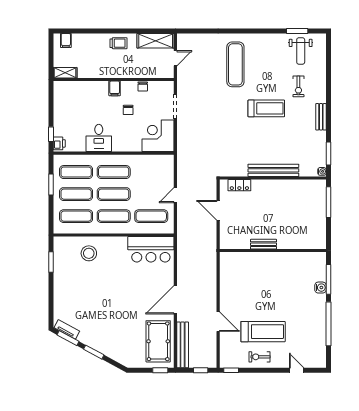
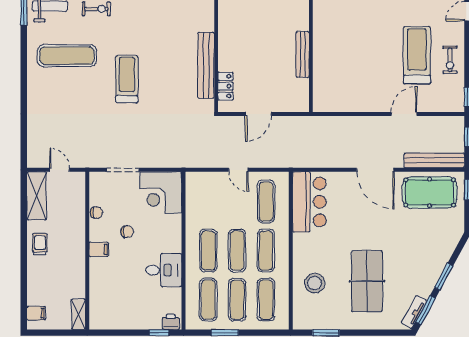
exercise mat: (235, 64) -> (67, 56), moved
treadmill: (266, 108) -> (127, 79), moved
bench: (273, 170) -> (206, 65), moved
bench: (264, 244) -> (303, 55), width x1.36
table tennis table: (90, 293) -> (367, 281), added

